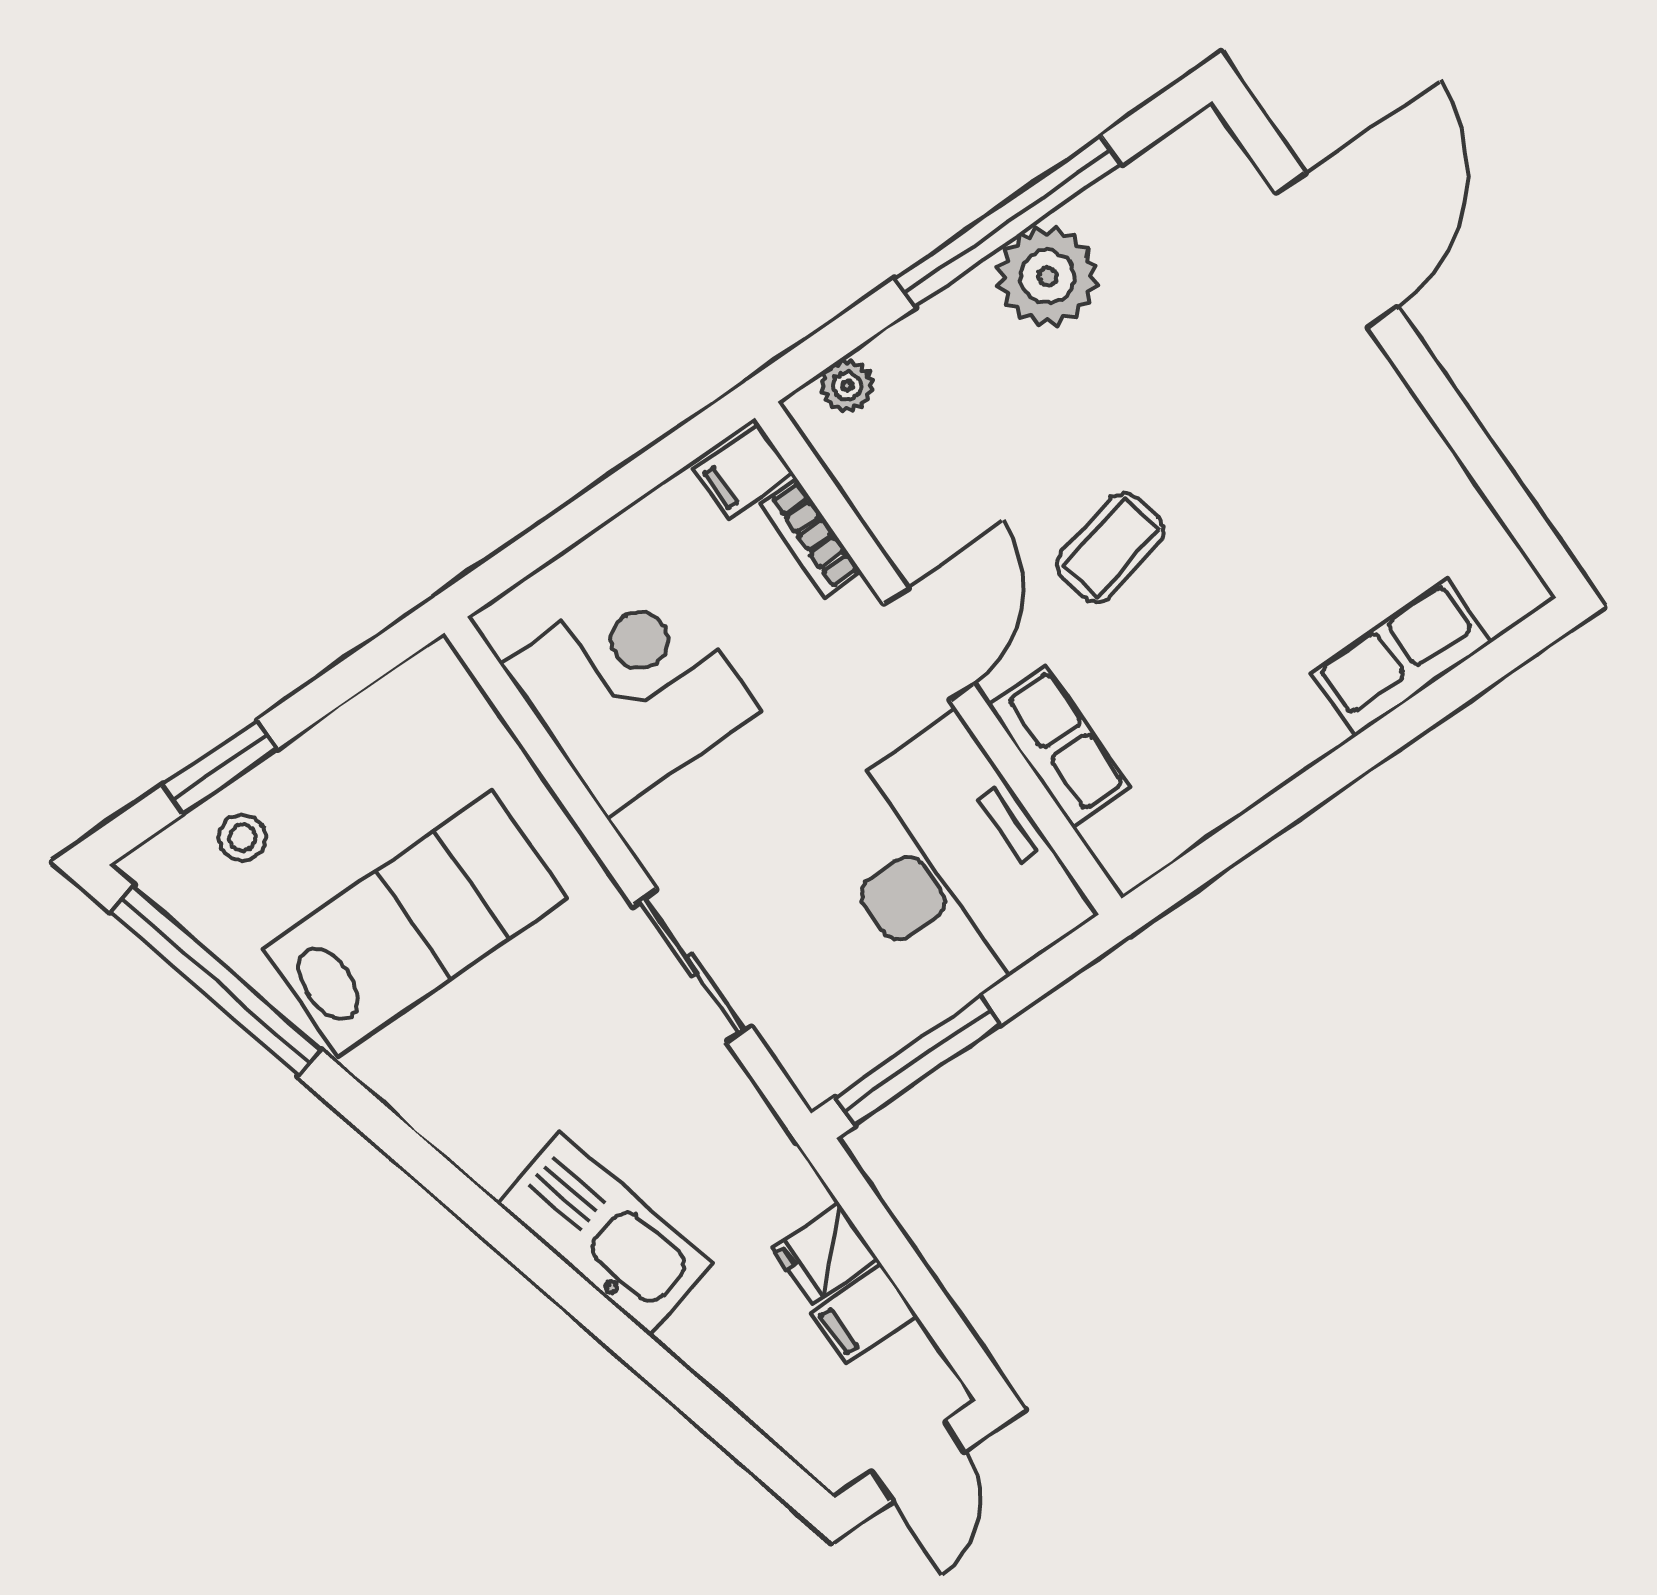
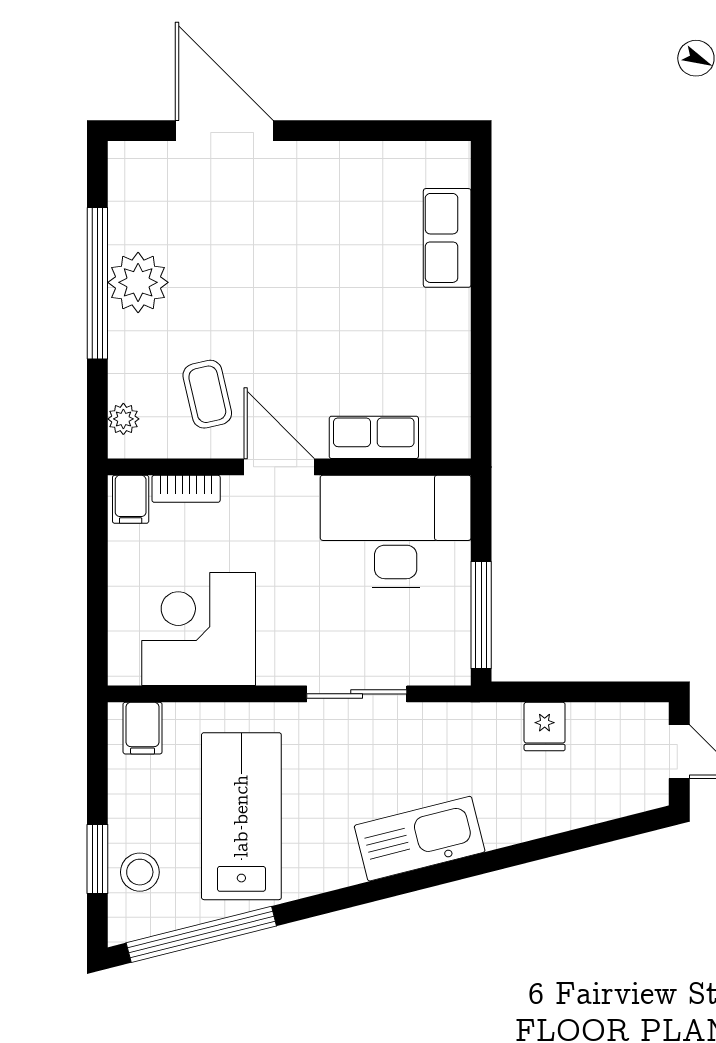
coffee table: (1110, 548) -> (207, 394), moved
stool: (242, 837) -> (140, 872), width x1.37, depth x1.37
kitchen sink: (605, 1234) -> (420, 839), moved
filing cabinet: (864, 1314) -> (143, 728), moved

